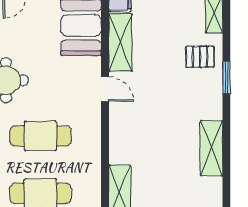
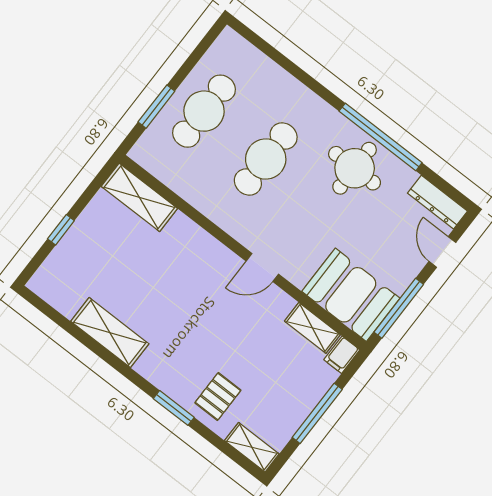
shelving: (120, 42) -> (312, 328), width x0.67, depth x0.75

